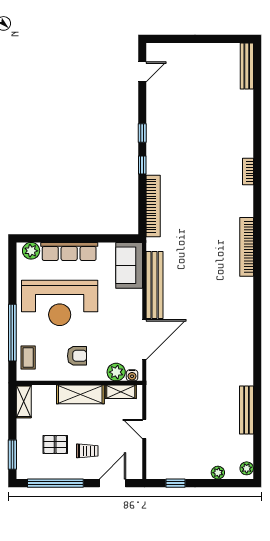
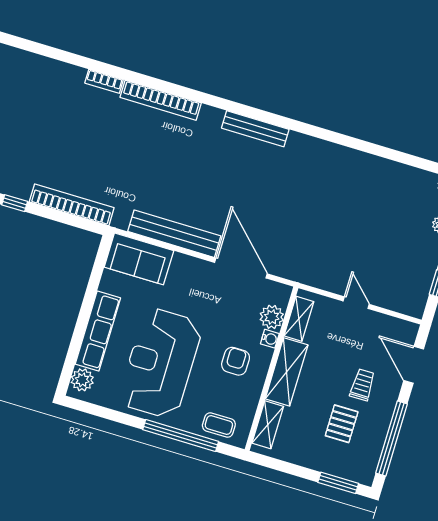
bookcase: (248, 172) -> (104, 81), moved
reception desk: (60, 303) -> (161, 363), turned 180
water cooler: (132, 375) -> (270, 339), moved
shelving: (24, 401) -> (268, 425), moved, turned 90
bench: (246, 410) -> (255, 129), moved
door: (144, 429) -> (356, 303), swing flipped

